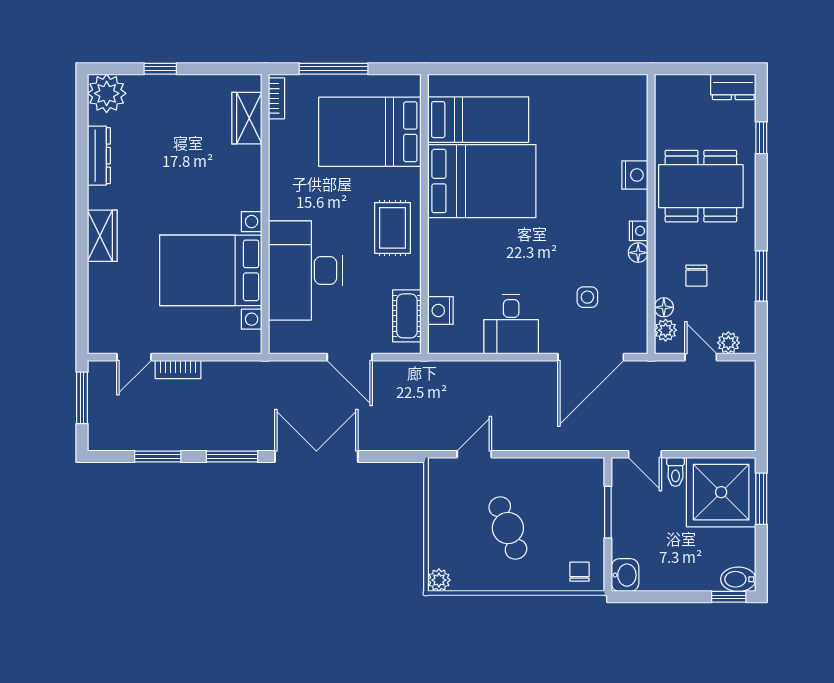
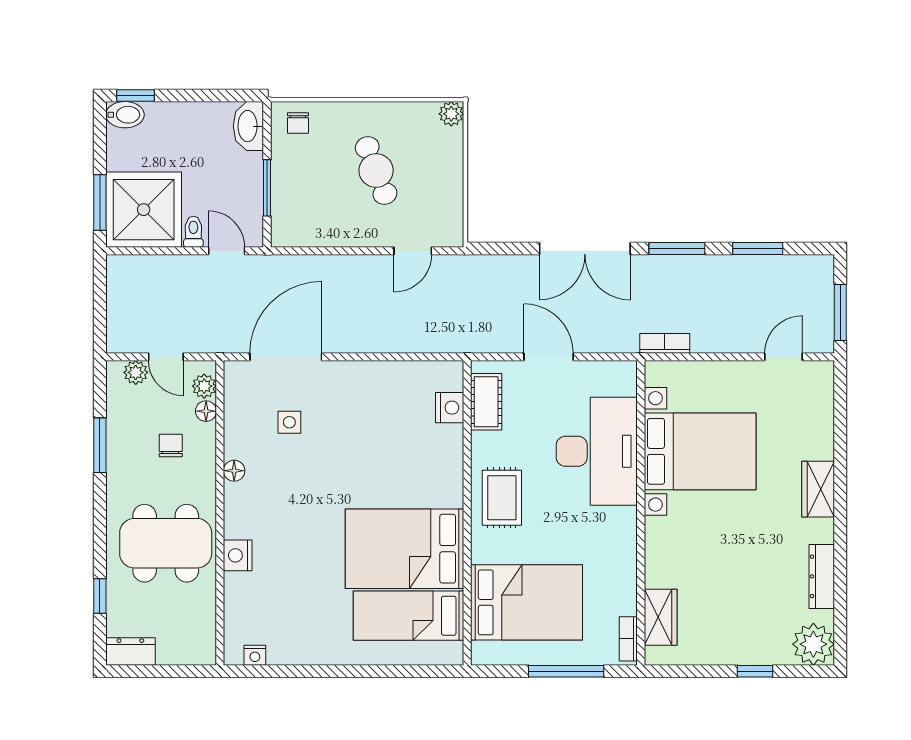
nightstand: (639, 231) -> (255, 655), moved, turned -90
desk: (511, 324) -> (373, 393), removed
bookcase: (178, 369) -> (665, 343), moved
washbasin: (625, 575) -> (248, 126), width x1.38

